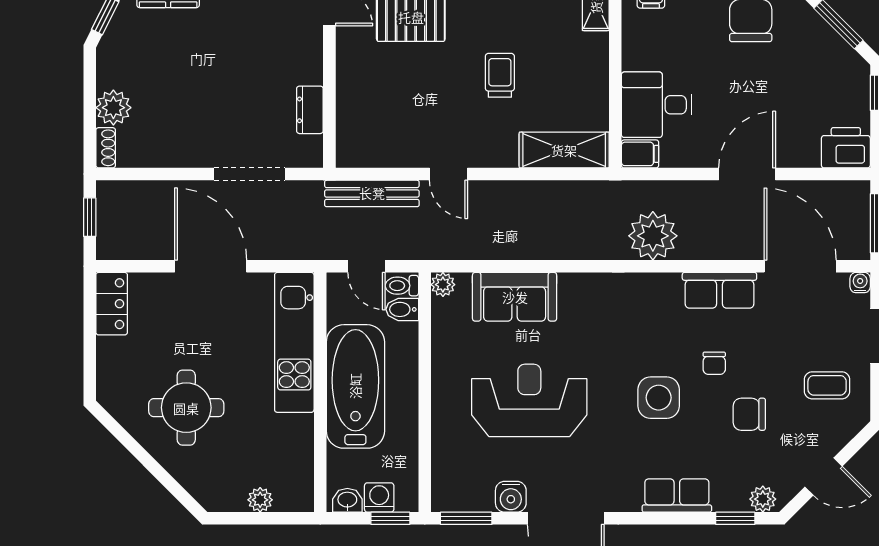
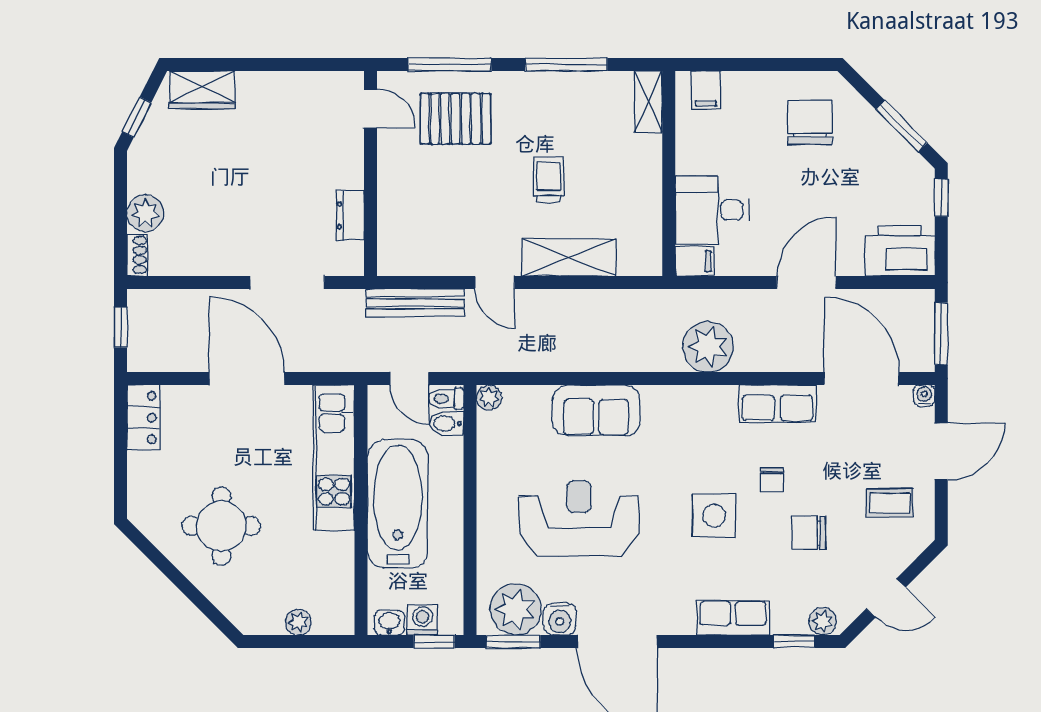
printer: (846, 148) -> (900, 251), width x1.37, depth x1.19
shelving: (564, 150) -> (569, 257), moved
sofa: (515, 297) -> (596, 410), moved
plant: (468, 487) -> (516, 609), added

